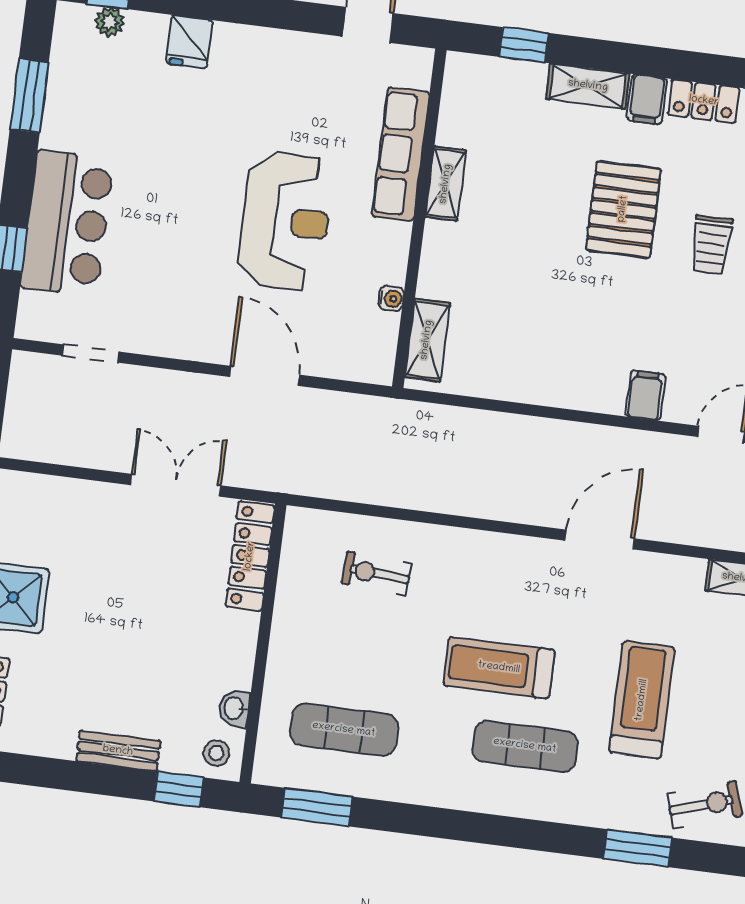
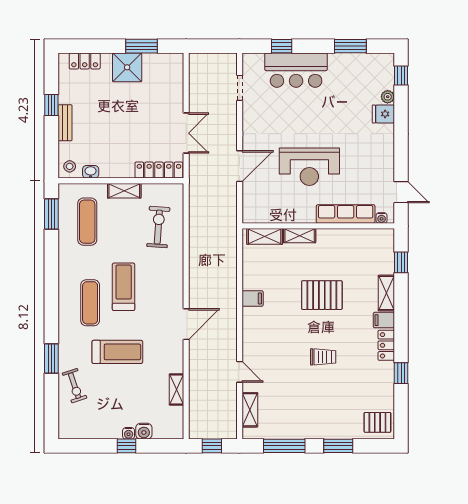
plant: (110, 22) -> (388, 97), moved
shelving: (446, 184) -> (300, 236), moved
pallet: (623, 209) -> (322, 295), moved
trolley: (711, 245) -> (323, 357), turned 180
water cooler: (391, 298) -> (382, 218), moved
filing cabinet: (645, 395) -> (253, 298), moved
door: (600, 540) -> (186, 324), hinge flipped
exercise bike: (376, 574) -> (158, 227), width x1.38, depth x1.39
shelving: (286, 639) -> (124, 191), added
window: (179, 789) -> (51, 105), moved

